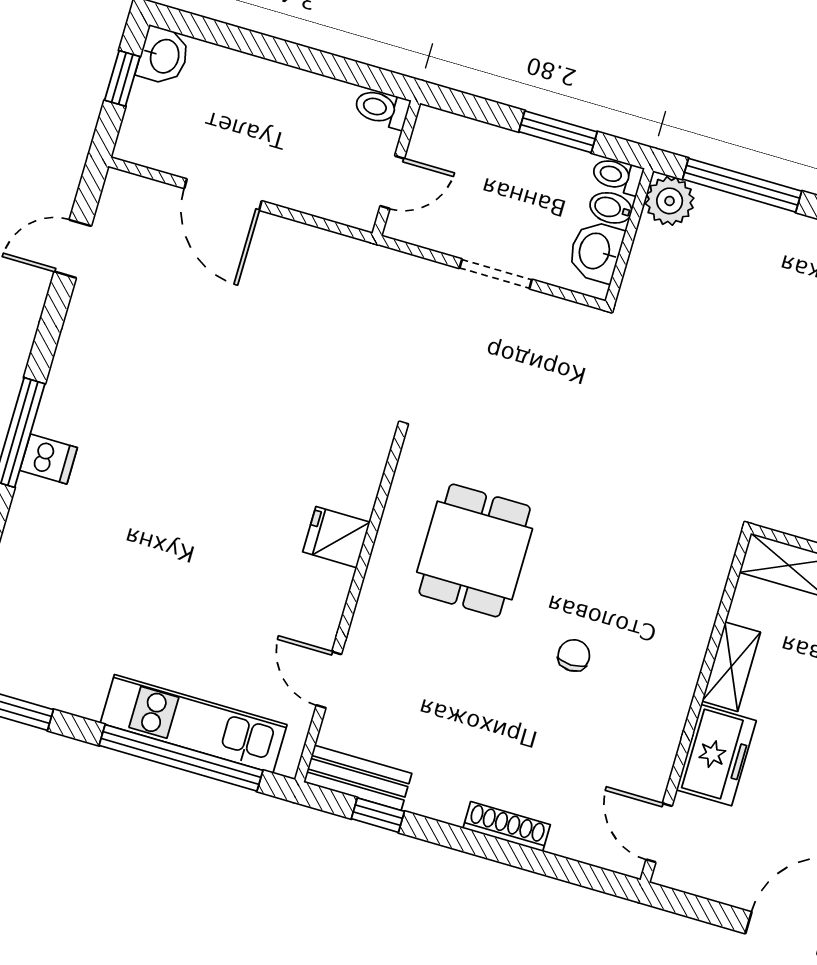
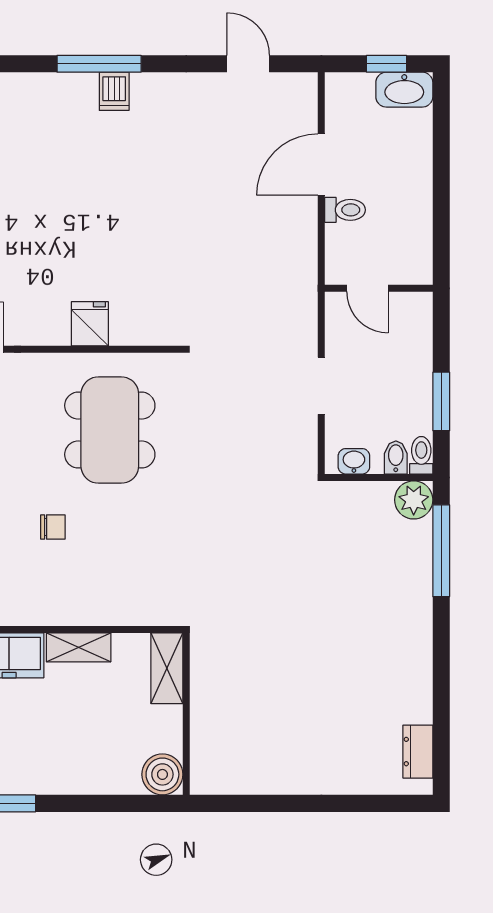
washbasin: (163, 56) -> (404, 90), width x1.38
toilet: (382, 109) -> (345, 210), moved, turned 90
washbasin: (596, 251) -> (354, 461), width x0.72, depth x0.69
dishwasher: (49, 459) -> (114, 91), moved
dining table: (475, 550) -> (110, 430), width x1.38

